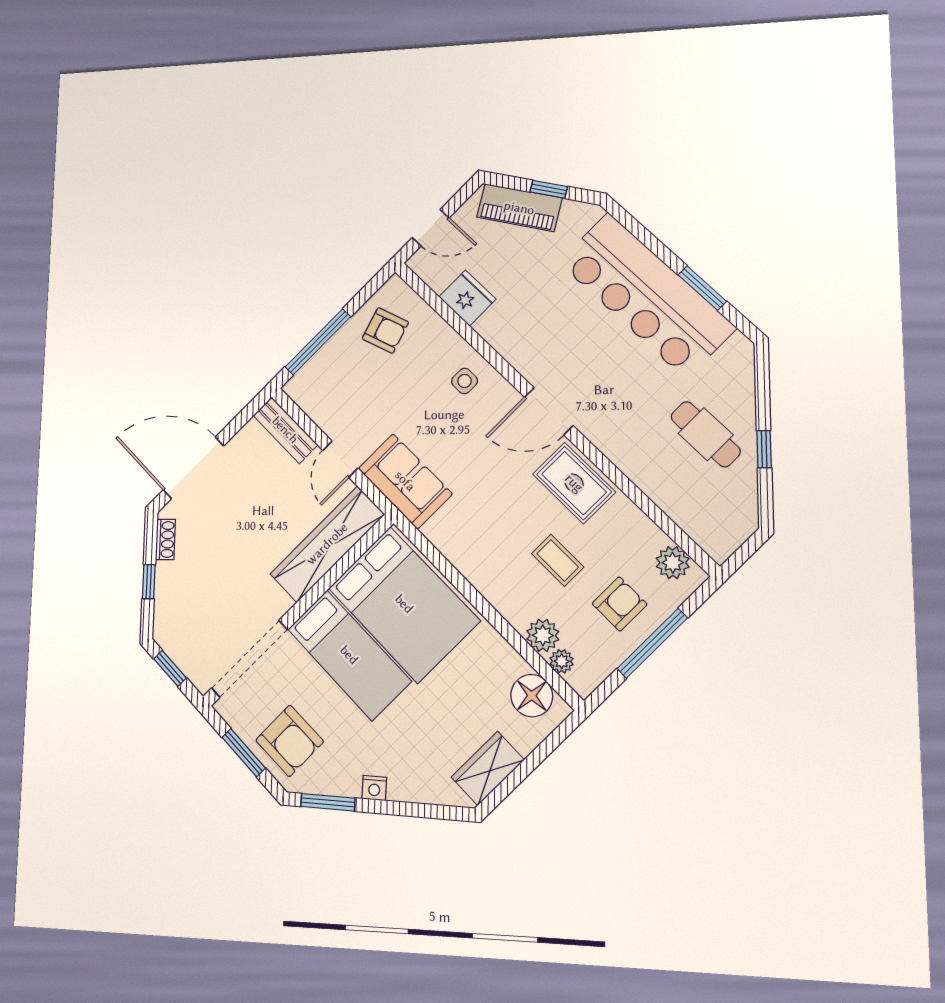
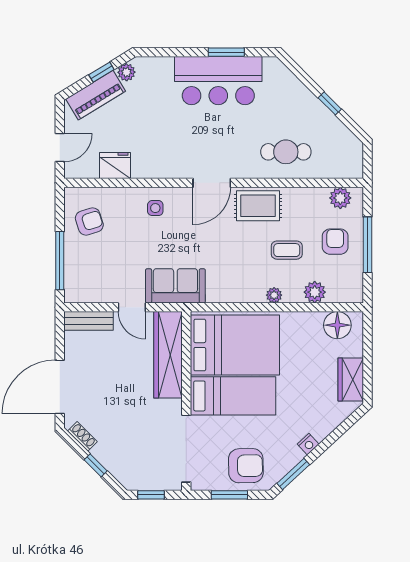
plant: (574, 213) -> (126, 72), added
bar counter: (646, 295) -> (218, 81), width x0.73
cafe table: (706, 434) -> (286, 152), moved
plant: (562, 661) -> (274, 295), moved

